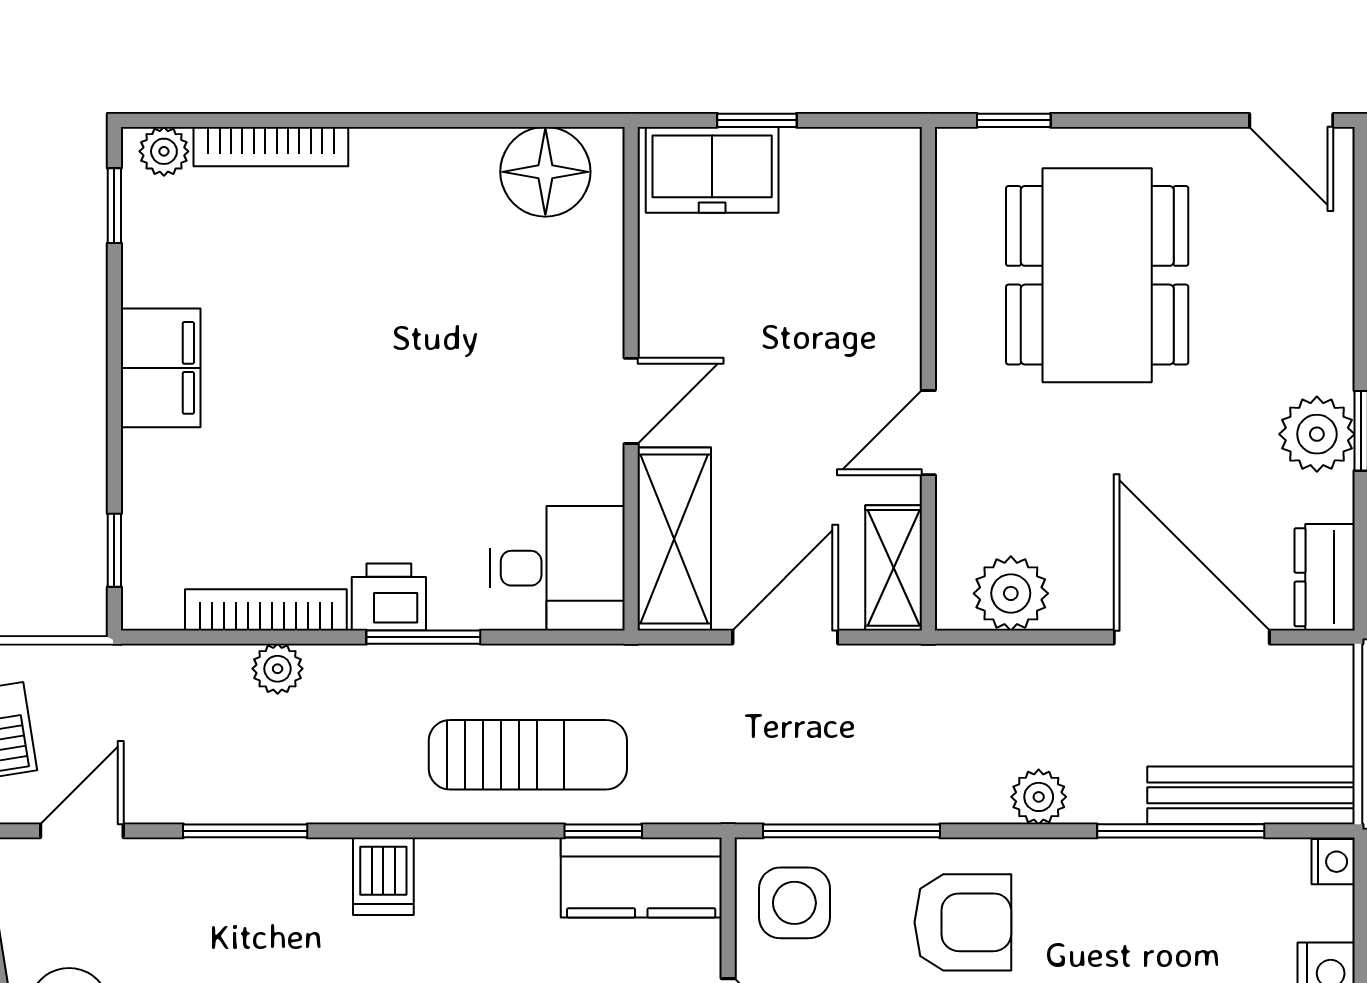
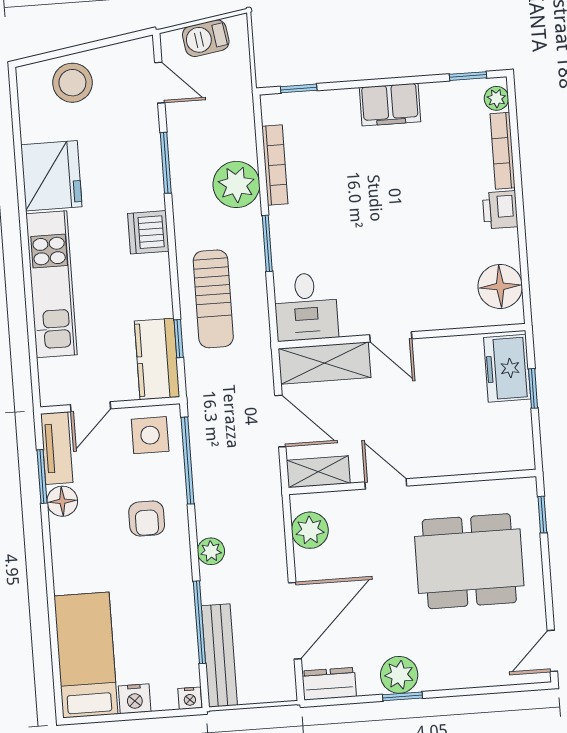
printer: (389, 597) -> (500, 210), moved, turned 180
plant: (278, 669) -> (236, 184), width x1.88, depth x1.88
dishwasher: (383, 876) -> (148, 232), width x1.38
armchair: (963, 922) -> (147, 519), width x0.72, depth x0.72

